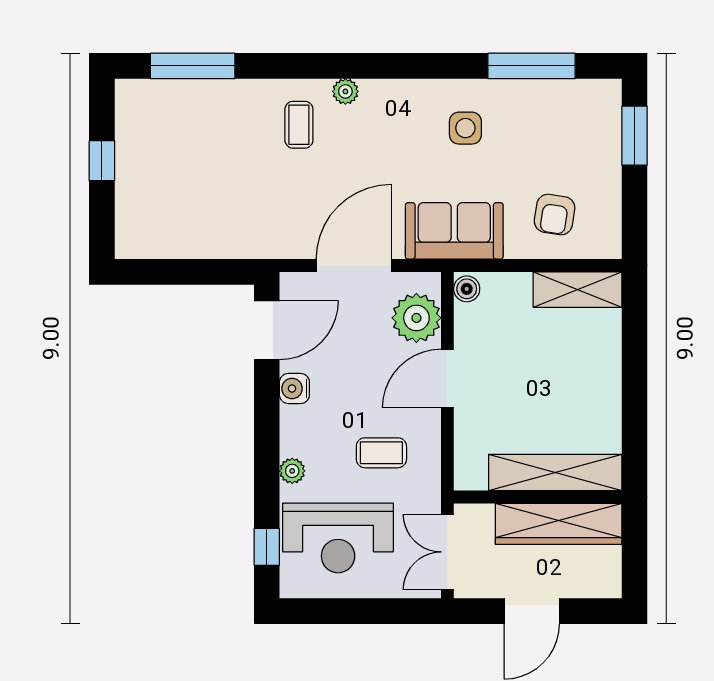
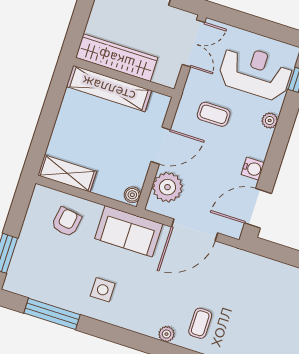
shelving: (555, 473) -> (109, 88), moved
wall: (538, 497) -> (124, 77), moved
wardrobe: (559, 524) -> (117, 58), moved

